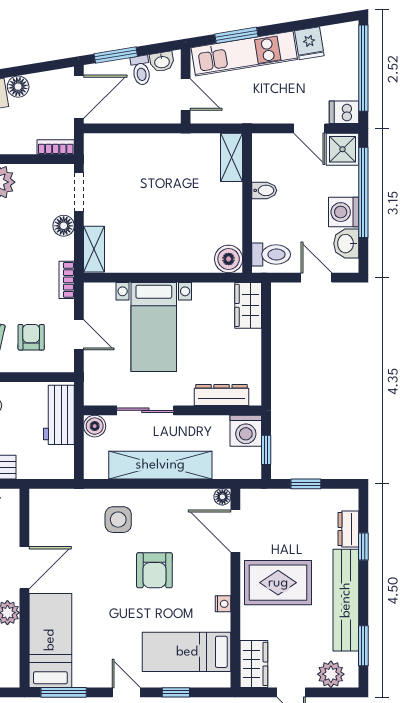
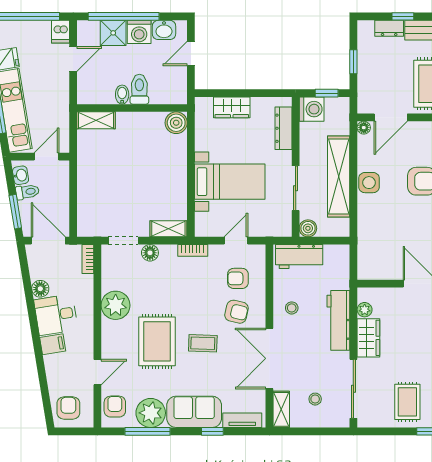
shower: (342, 149) -> (113, 33), moved
toilet: (271, 255) -> (139, 89), moved
wardrobe: (248, 305) -> (232, 107), moved
side table: (118, 520) -> (369, 183), moved

